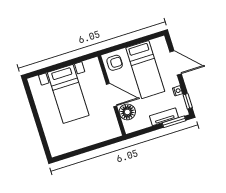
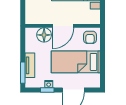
window: (188, 101) -> (47, 90), moved

